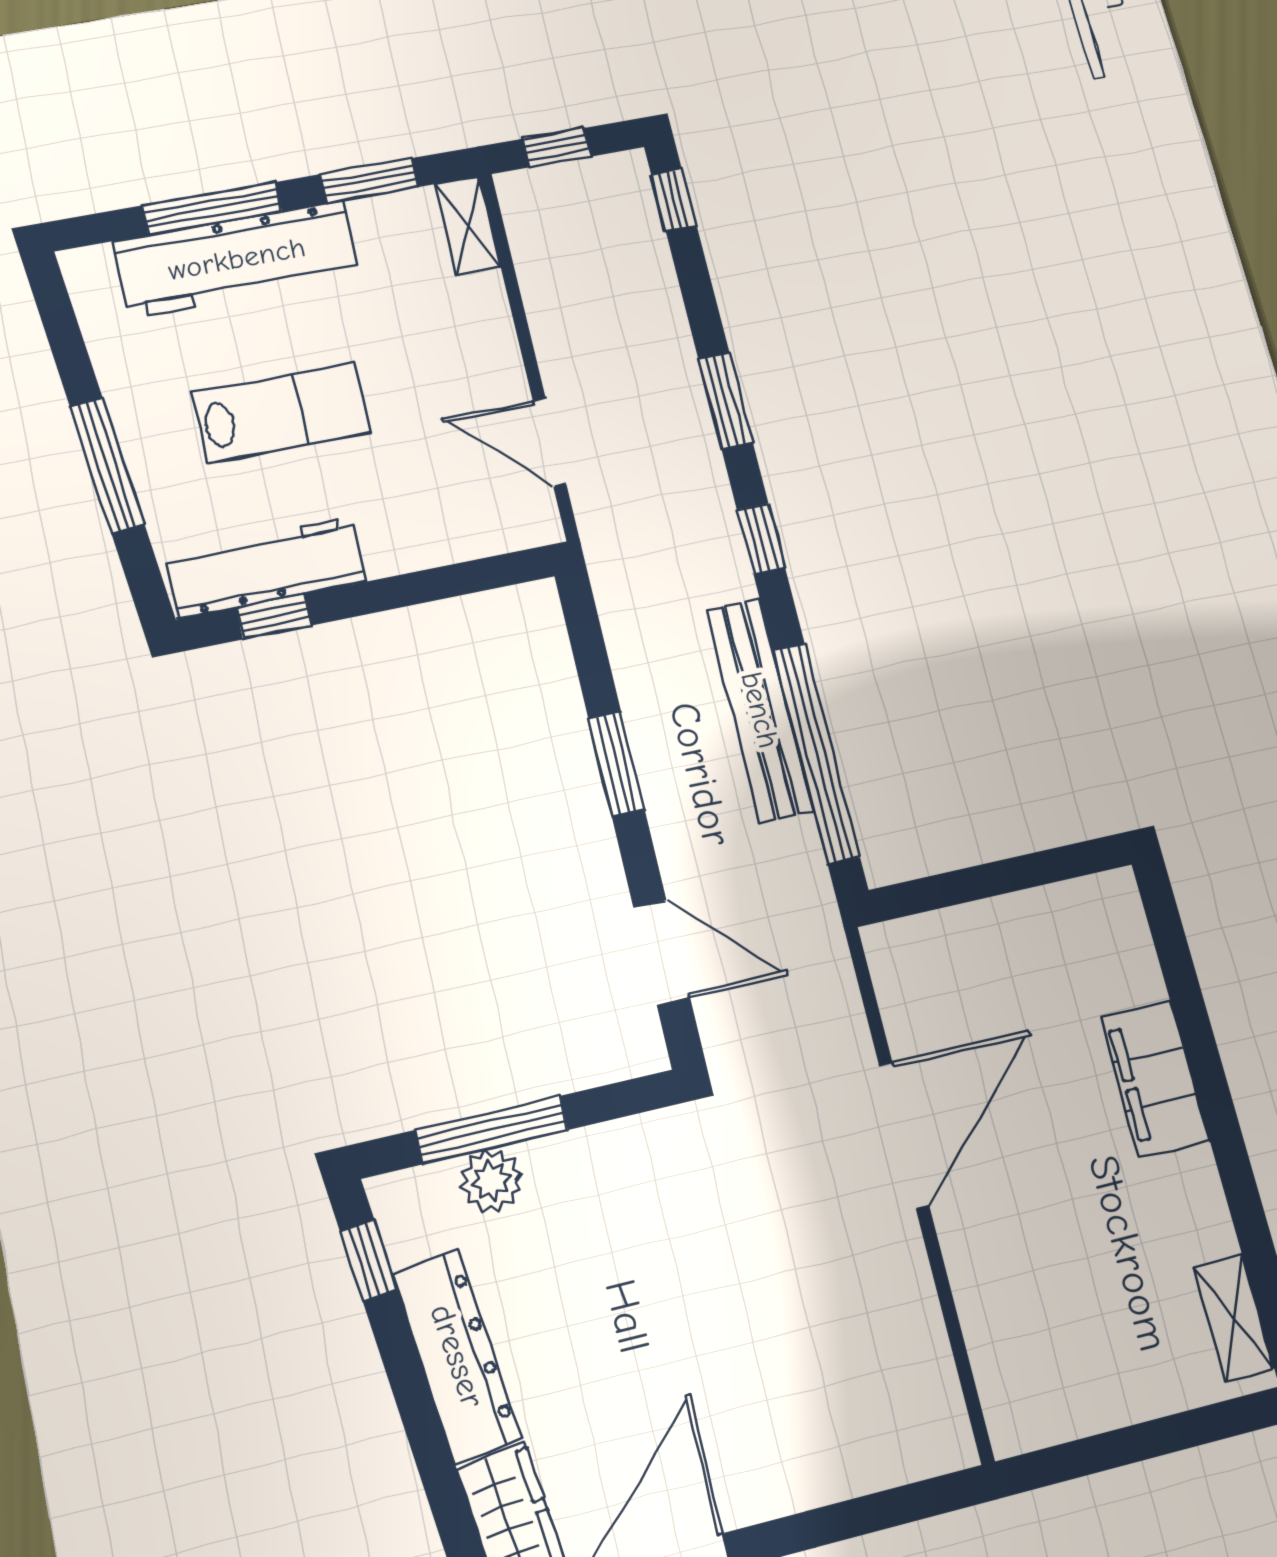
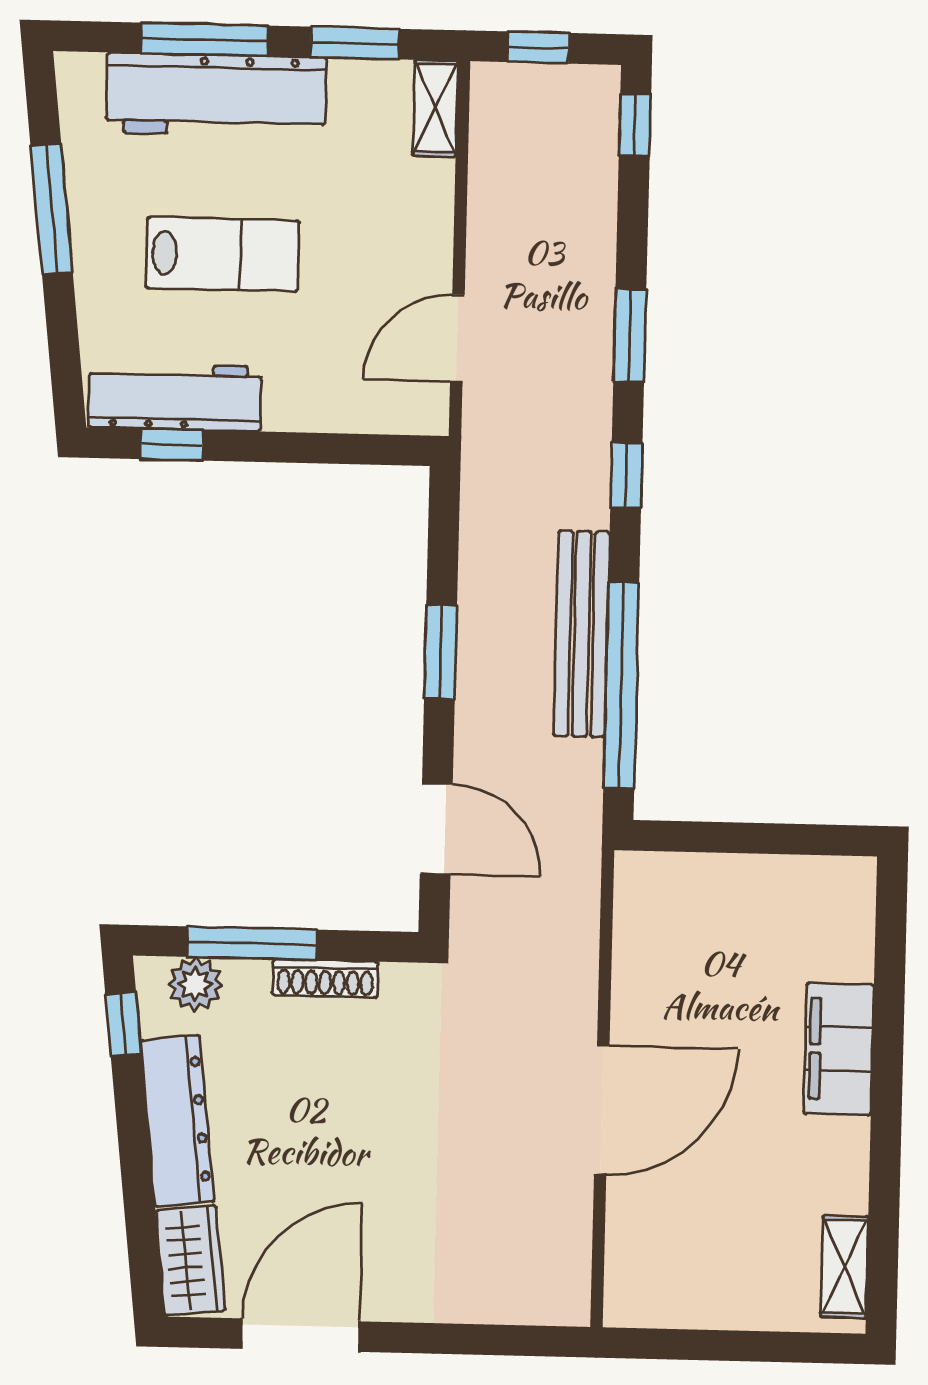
door: (550, 442) -> (457, 338), hinge flipped
window: (107, 466) -> (52, 209), moved
door: (904, 1135) -> (602, 1110), moved
shoe rack: (583, 1148) -> (325, 978), added
plant: (491, 1181) -> (195, 984), moved

